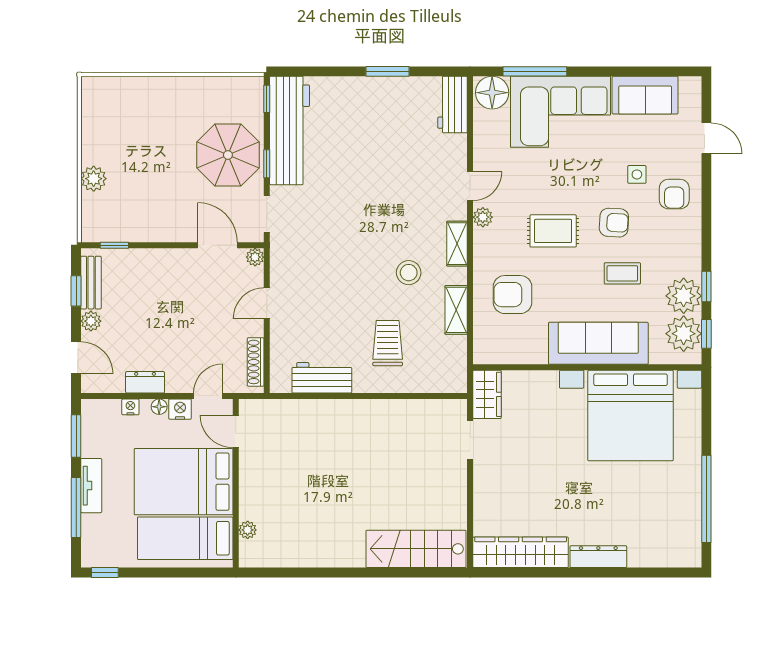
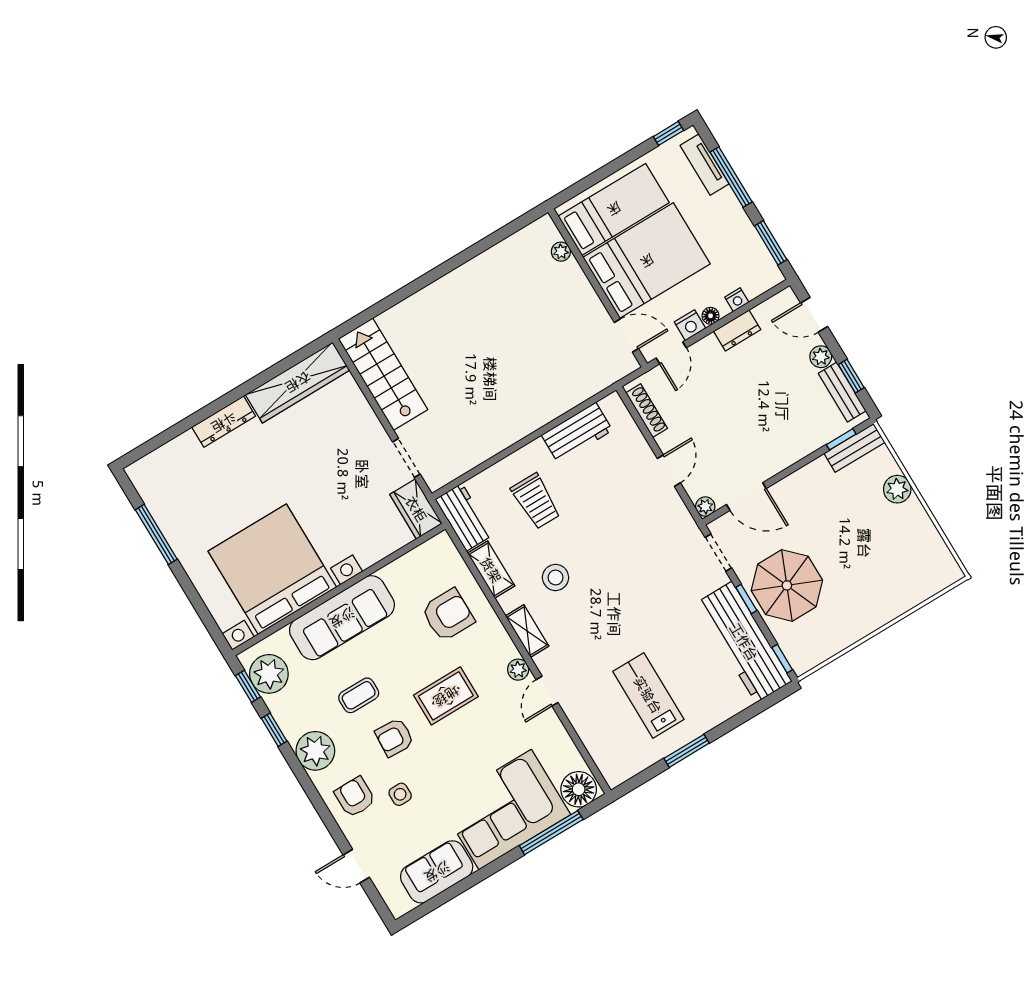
workbench: (453, 104) -> (464, 517), moved
lab bench: (391, 134) -> (648, 695), added
bench: (108, 232) -> (854, 448), added
plant: (684, 296) -> (315, 751), moved
tv unit: (91, 486) -> (705, 165), moved
window: (706, 499) -> (156, 534), width x0.68
stairs: (416, 549) -> (383, 374), moved, turned -90

